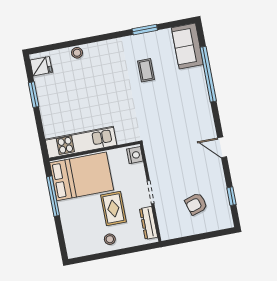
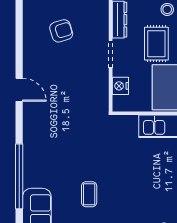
nightstand: (135, 155) -> (120, 86), moved
window: (231, 196) -> (19, 32), removed

